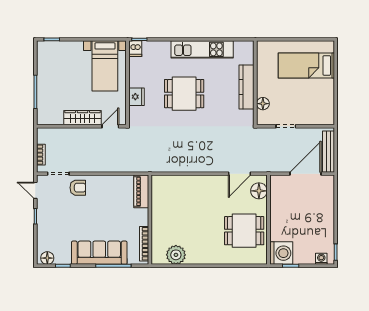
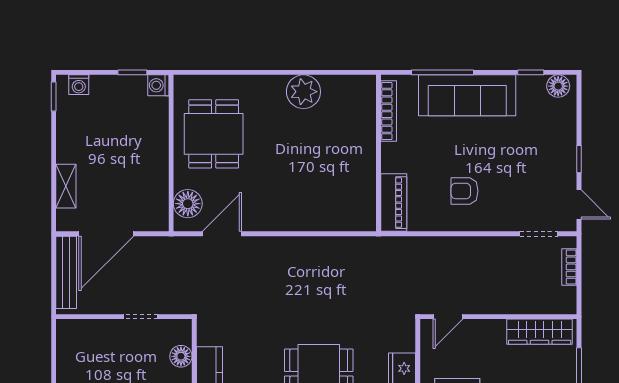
wardrobe: (83, 118) -> (540, 332), moved
armchair: (78, 188) -> (465, 191), moved
shelving: (329, 201) -> (66, 186), added
dining table: (244, 231) -> (214, 134), turned 90
washing machine: (281, 253) -> (158, 85), width x0.53, depth x0.53
plant: (176, 255) -> (303, 92), moved

